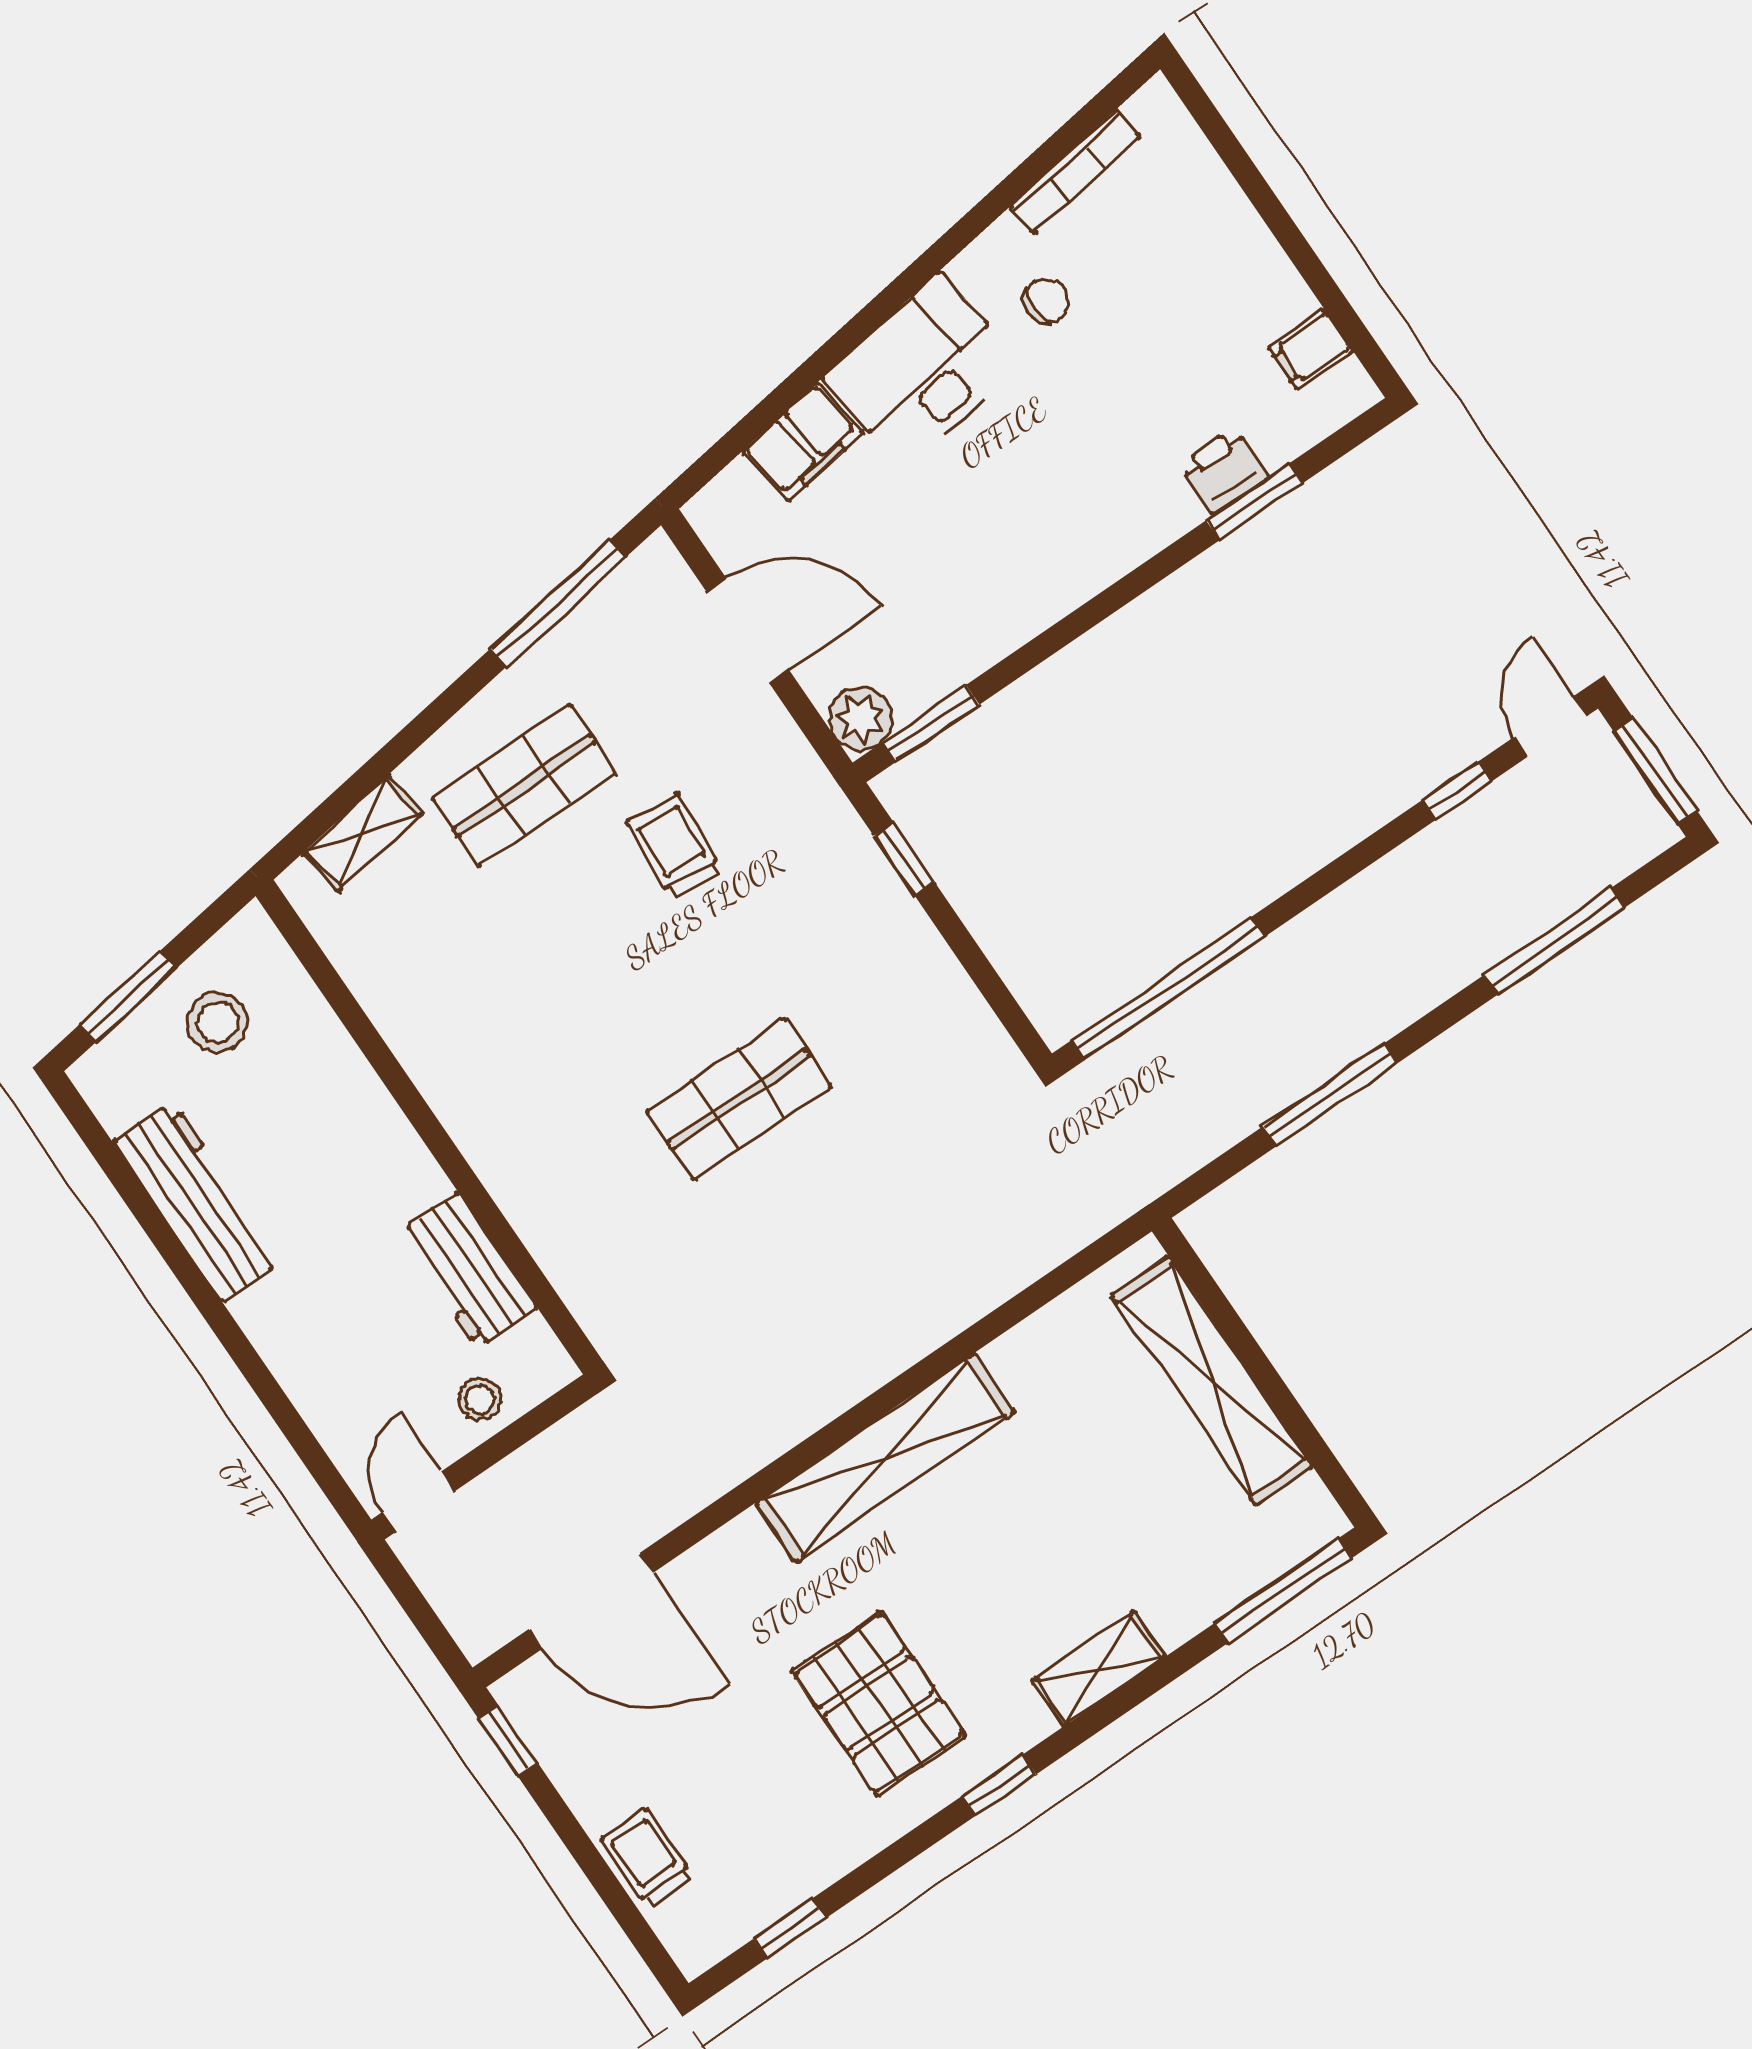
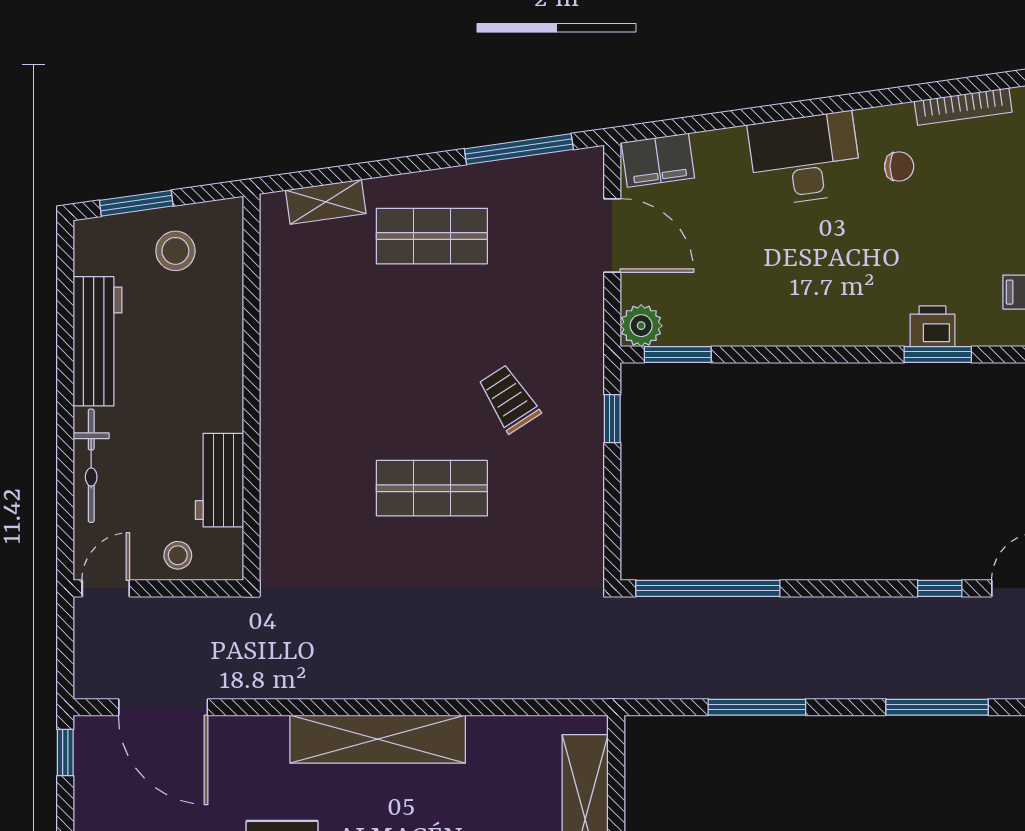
filing cabinet: (803, 442) -> (658, 160), moved
trolley: (674, 846) -> (509, 399), moved, turned -37
bicycle: (296, 1362) -> (91, 466), added

